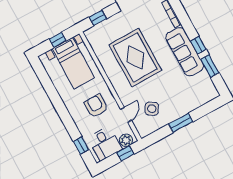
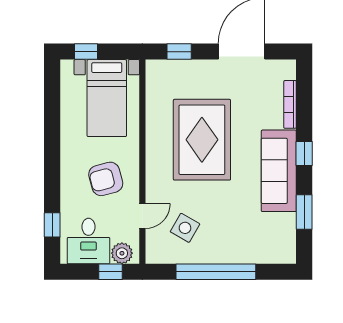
window: (58, 40) -> (86, 52), moved
window: (198, 45) -> (304, 154), moved
armchair: (96, 106) -> (106, 179), turned -105
window: (181, 123) -> (216, 272), width x2.11

